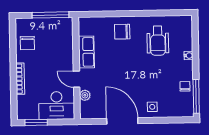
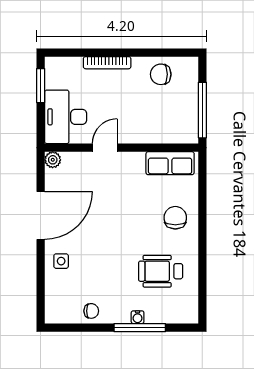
row of seats: (86, 52) -> (170, 163), moved
plant: (85, 95) -> (53, 160), moved
window: (196, 96) -> (140, 328), moved

